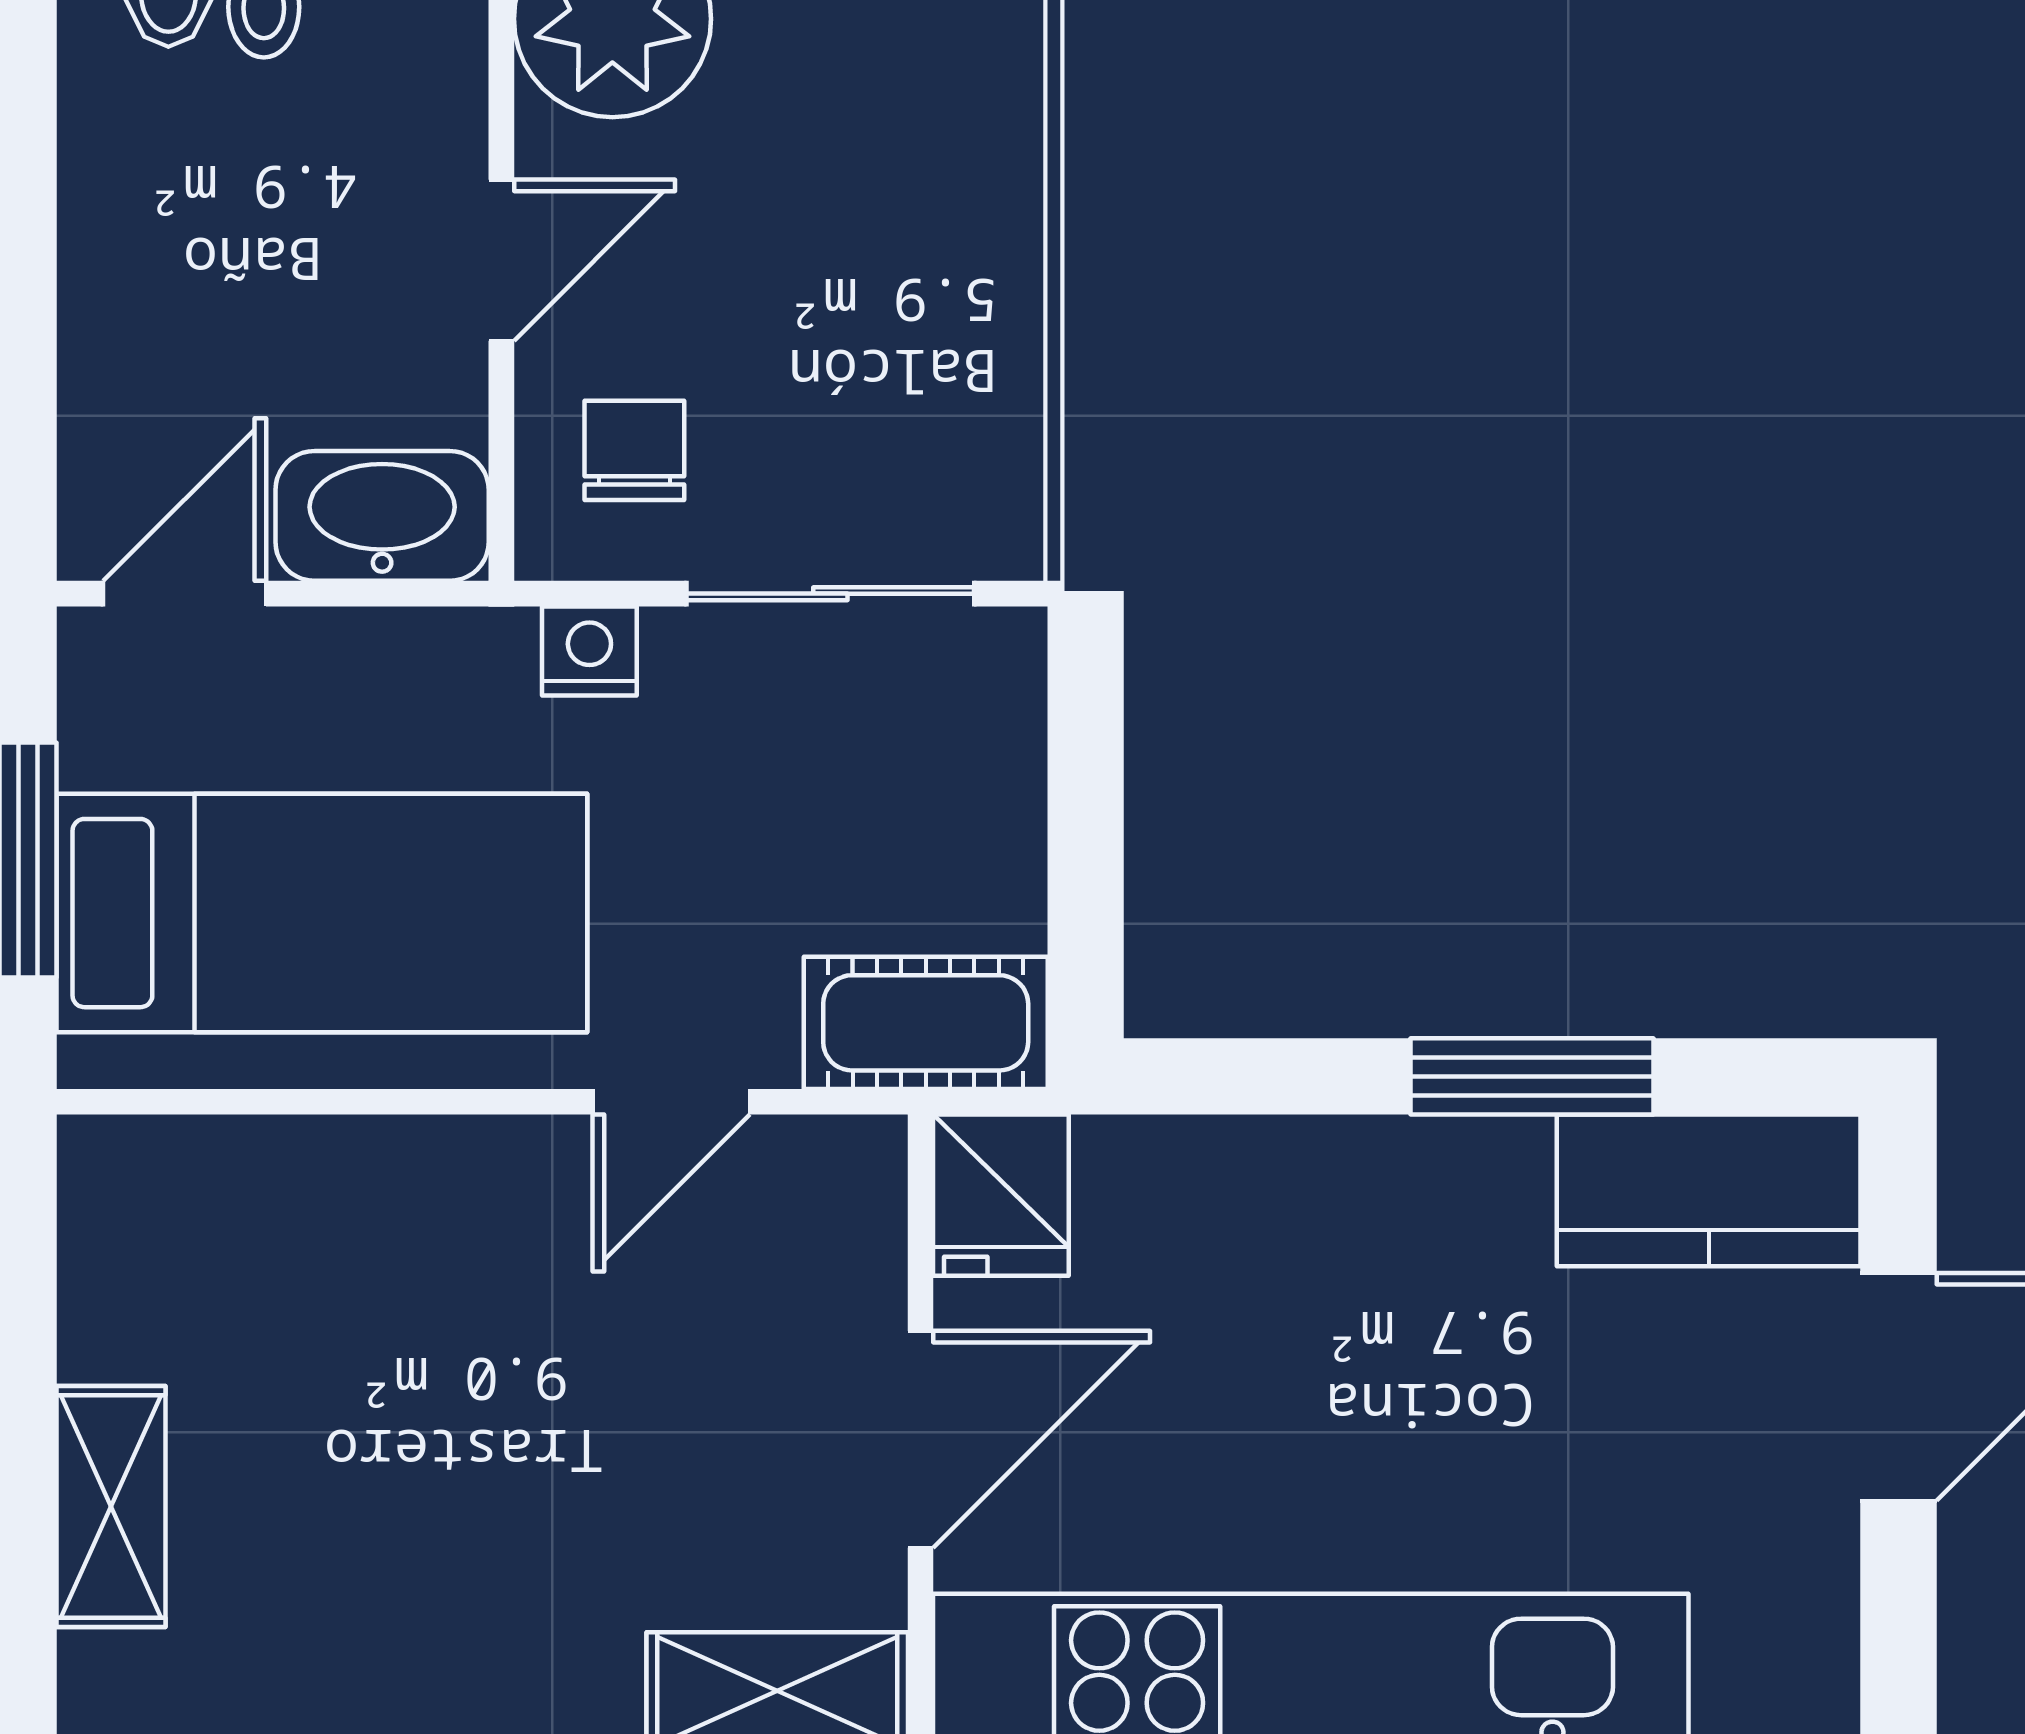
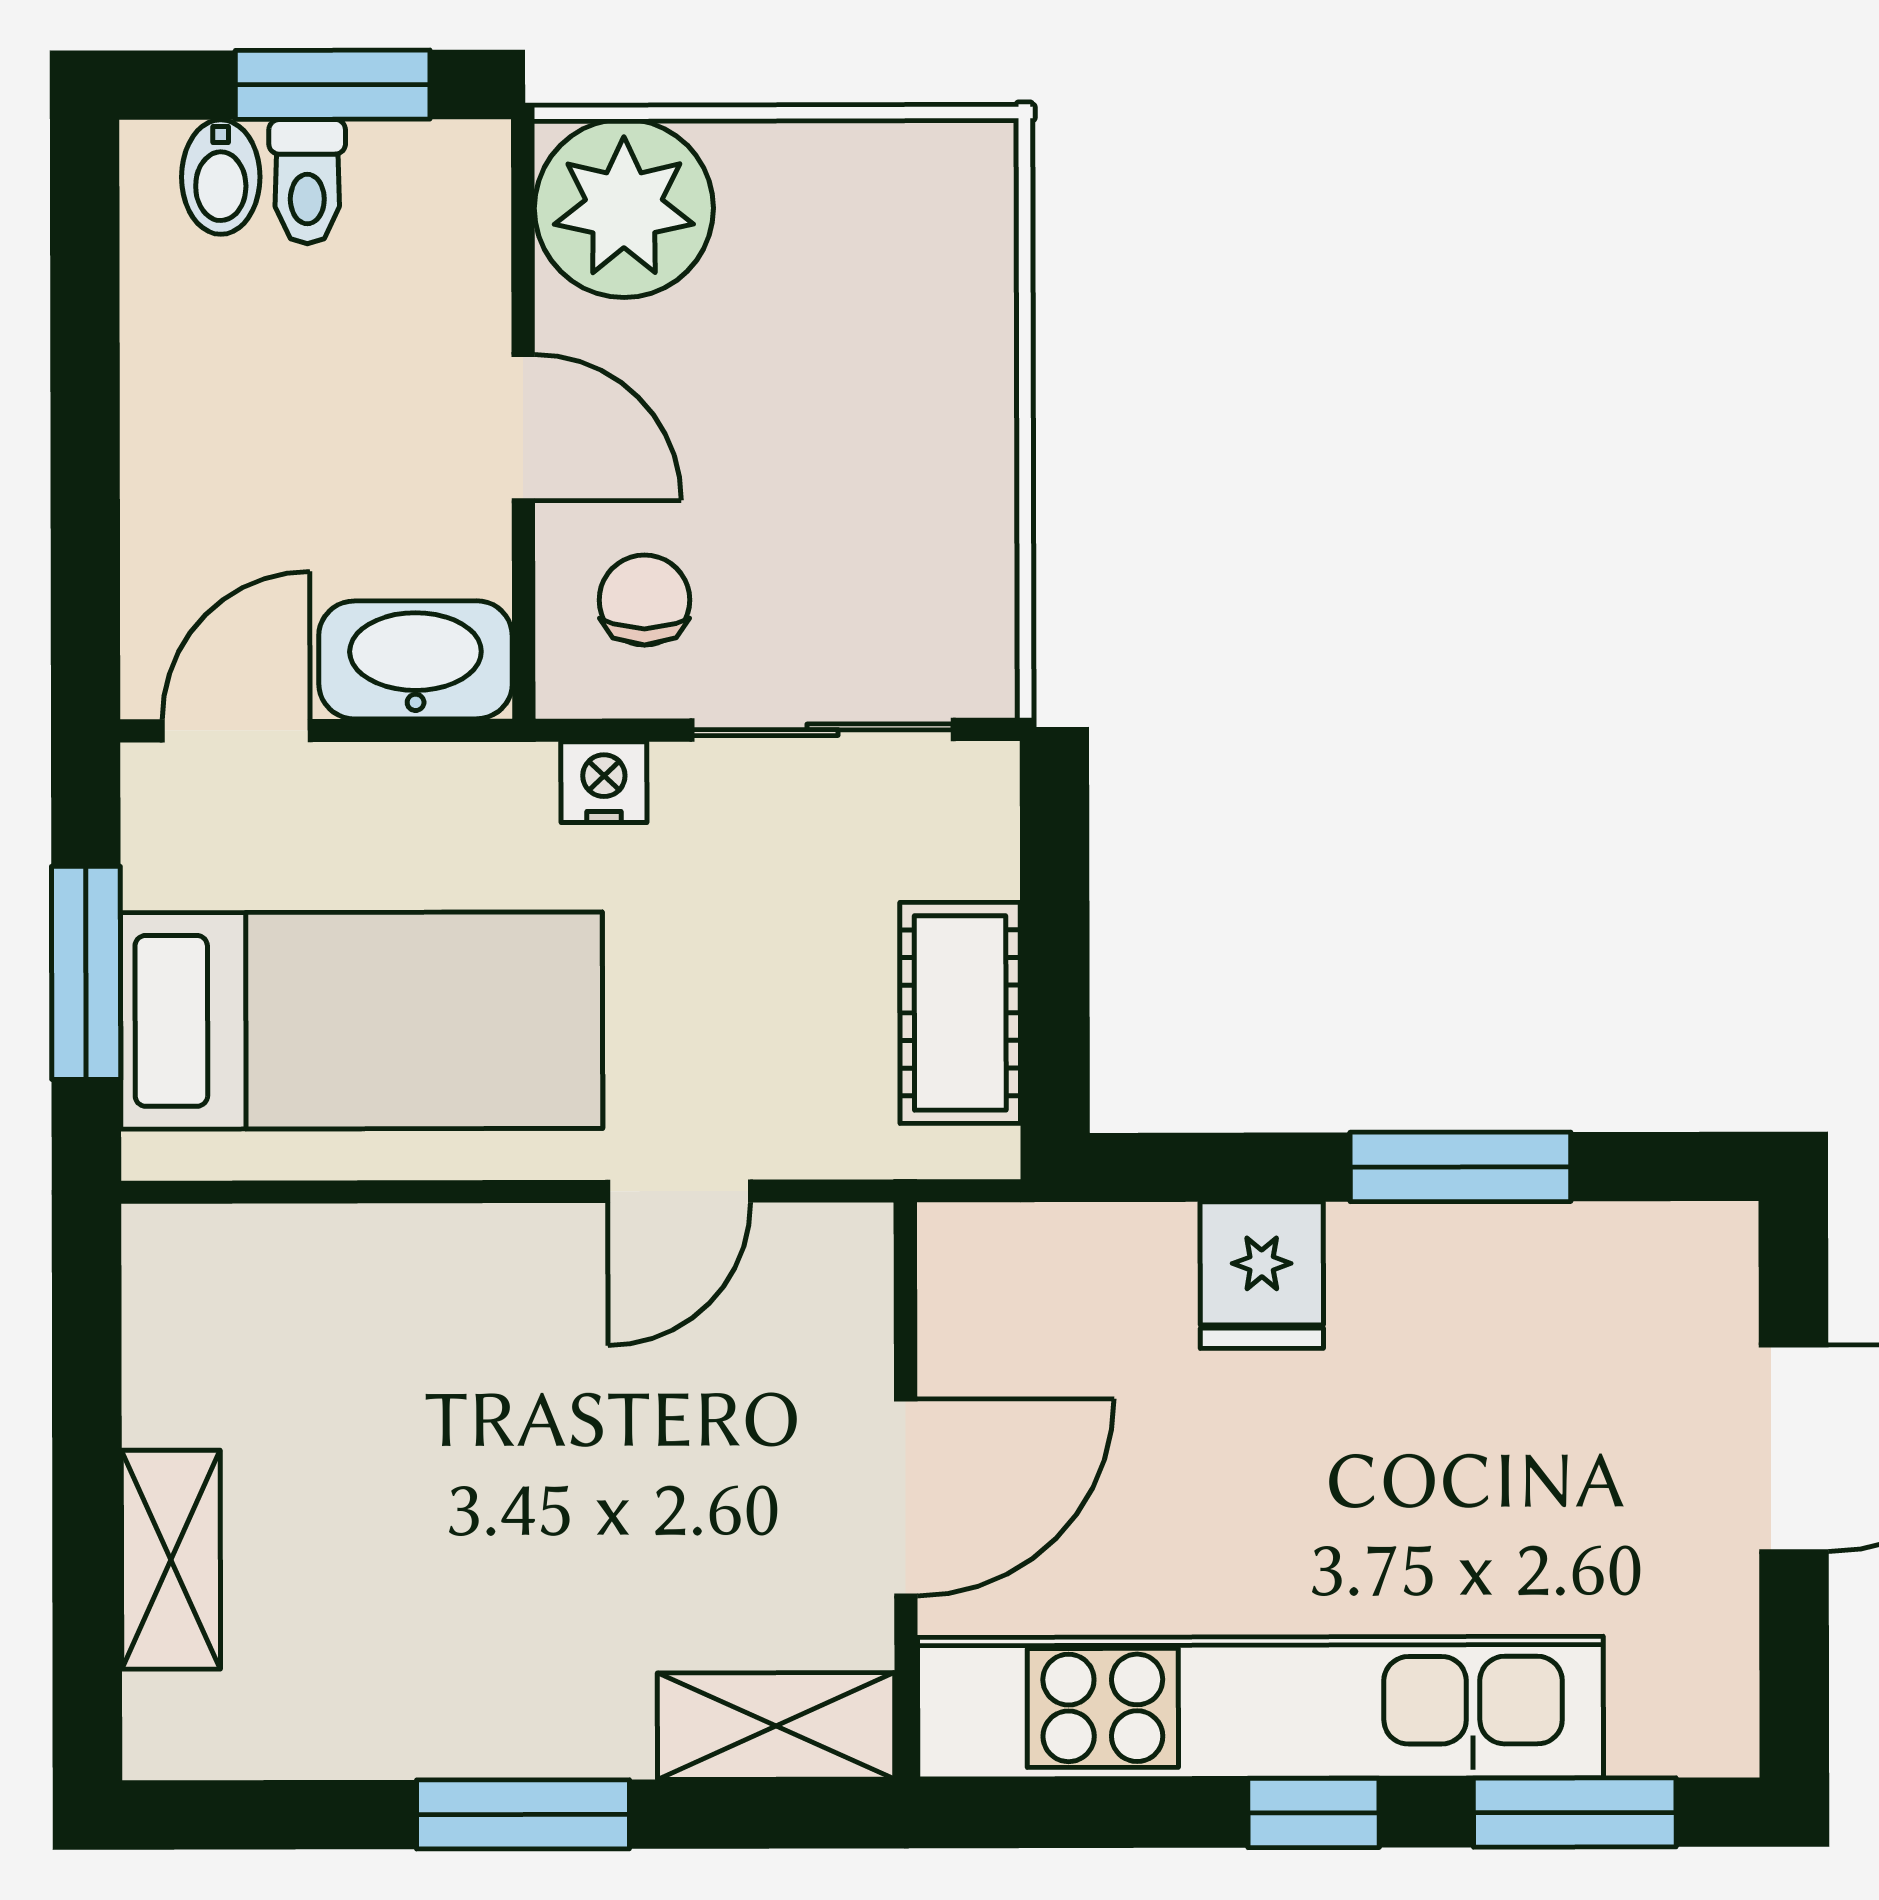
door: (501, 260) -> (523, 428), hinge flipped
cot: (926, 1023) -> (960, 1013), moved, turned 90
kitchen counter: (1709, 1190) -> (1621, 1270), removed
fridge: (1001, 1195) -> (1262, 1275), moved

